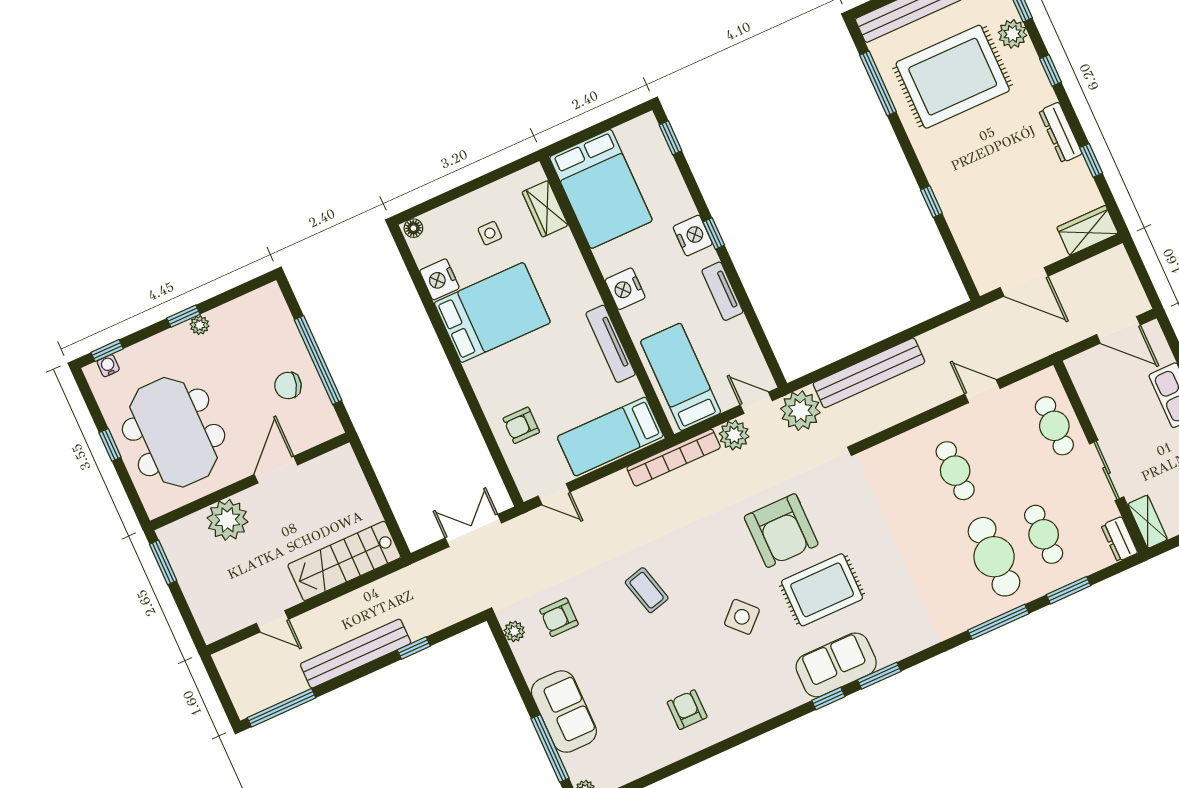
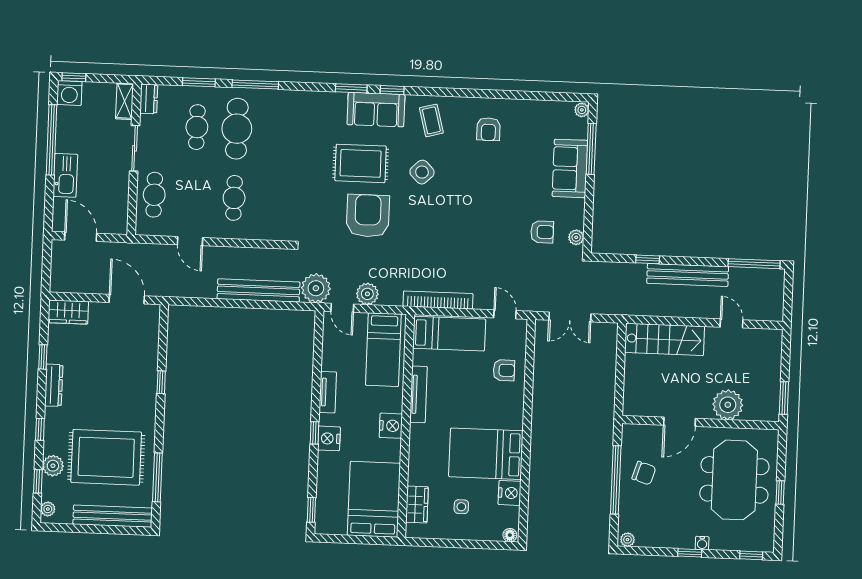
plant: (200, 325) -> (627, 540), moved
water cooler: (108, 366) -> (702, 543), moved
bookcase: (674, 458) -> (438, 300), moved
coffee table: (647, 590) -> (431, 120), moved

